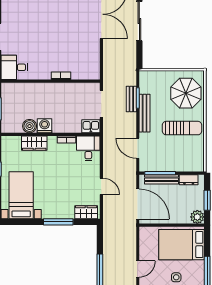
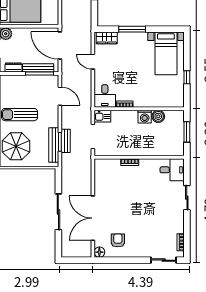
bench: (145, 113) -> (54, 145), moved
wardrobe: (34, 143) -> (154, 101), removed

